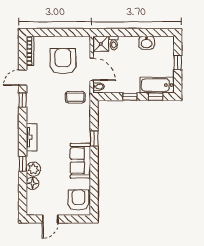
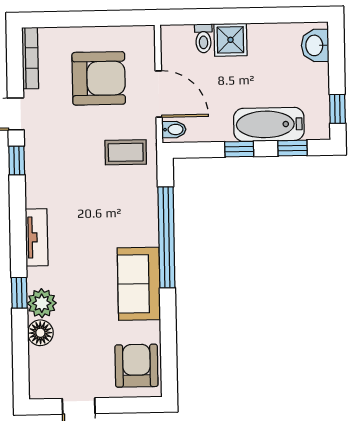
washbasin: (147, 43) -> (315, 45), moved, turned 90
shower: (101, 44) -> (230, 40), moved
armchair: (63, 61) -> (99, 78), turned 90
window: (178, 63) -> (337, 109), moved
bathtub: (157, 85) -> (269, 124), moved
window: (94, 138) -> (166, 237), width x3.17

